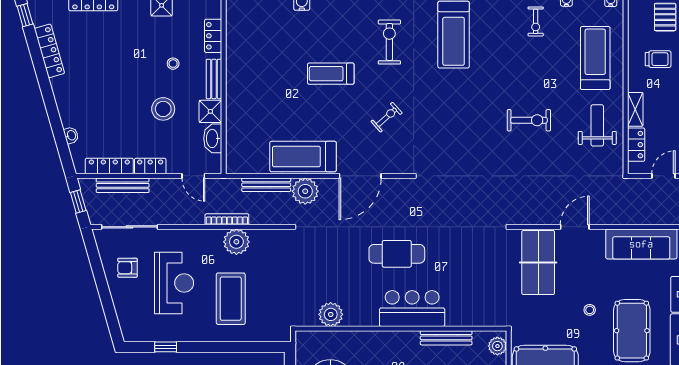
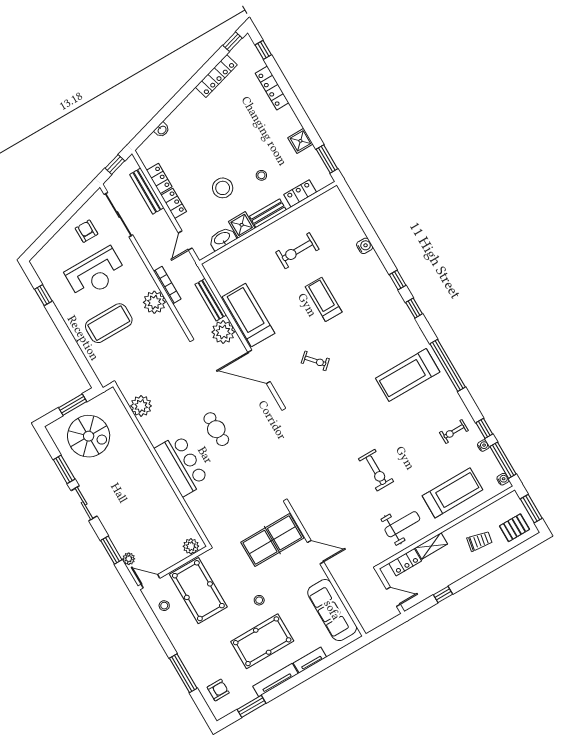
exercise bike: (389, 42) -> (297, 251), moved, turned 180
trolley: (658, 59) -> (480, 541), turned -80
locker: (109, 166) -> (159, 179), width x0.66
cafe table: (397, 254) -> (216, 429), width x0.73, depth x0.74
bench: (446, 338) -> (174, 504), removed

